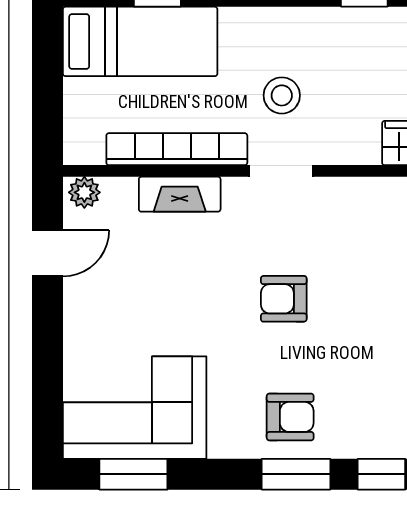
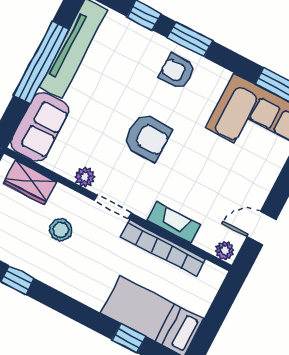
stool: (282, 95) -> (61, 230), moved
plant: (344, 193) -> (85, 177), added
armchair: (284, 299) -> (147, 137), width x1.38, depth x1.38

